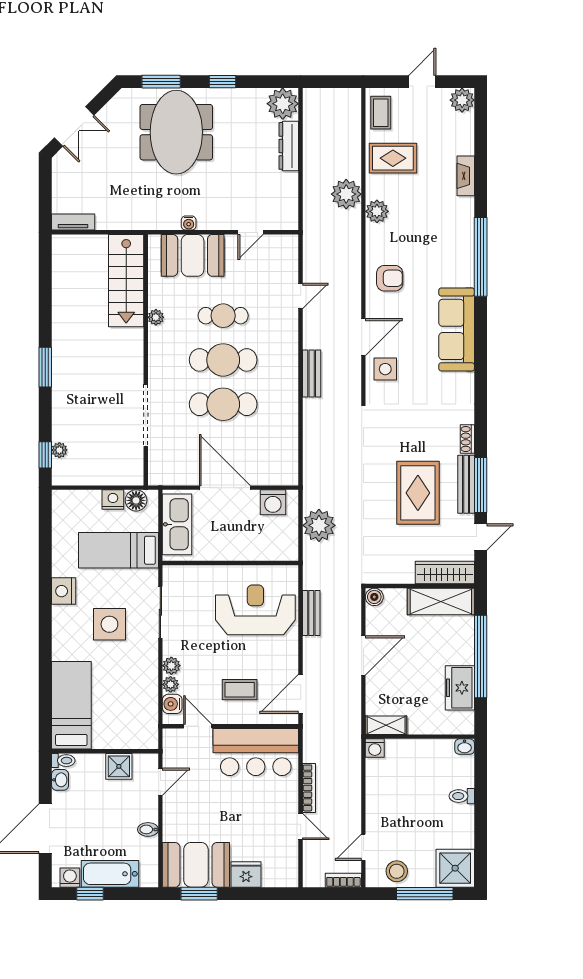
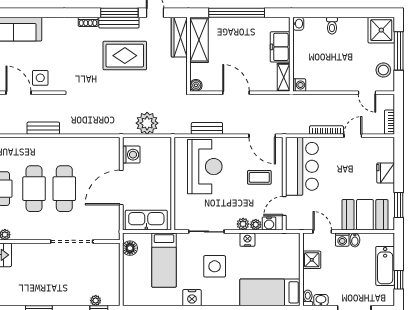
nightstand: (113, 500) -> (247, 240), moved, turned 90
reception desk: (255, 610) -> (205, 167), turned 180
freezer: (460, 688) -> (280, 47), moved, turned 90
coffee table: (240, 690) -> (259, 177), turned 90
booth: (196, 865) -> (365, 215), moved, turned 90
washing machine: (70, 878) -> (342, 240), moved, turned -90
bookcase: (343, 880) -> (389, 122), moved

